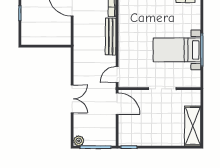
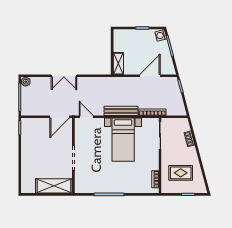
shelving: (59, 39) -> (118, 64), added
bed with nightstands: (177, 50) -> (123, 140), moved, turned 180
shelving: (193, 126) -> (54, 186), moved

